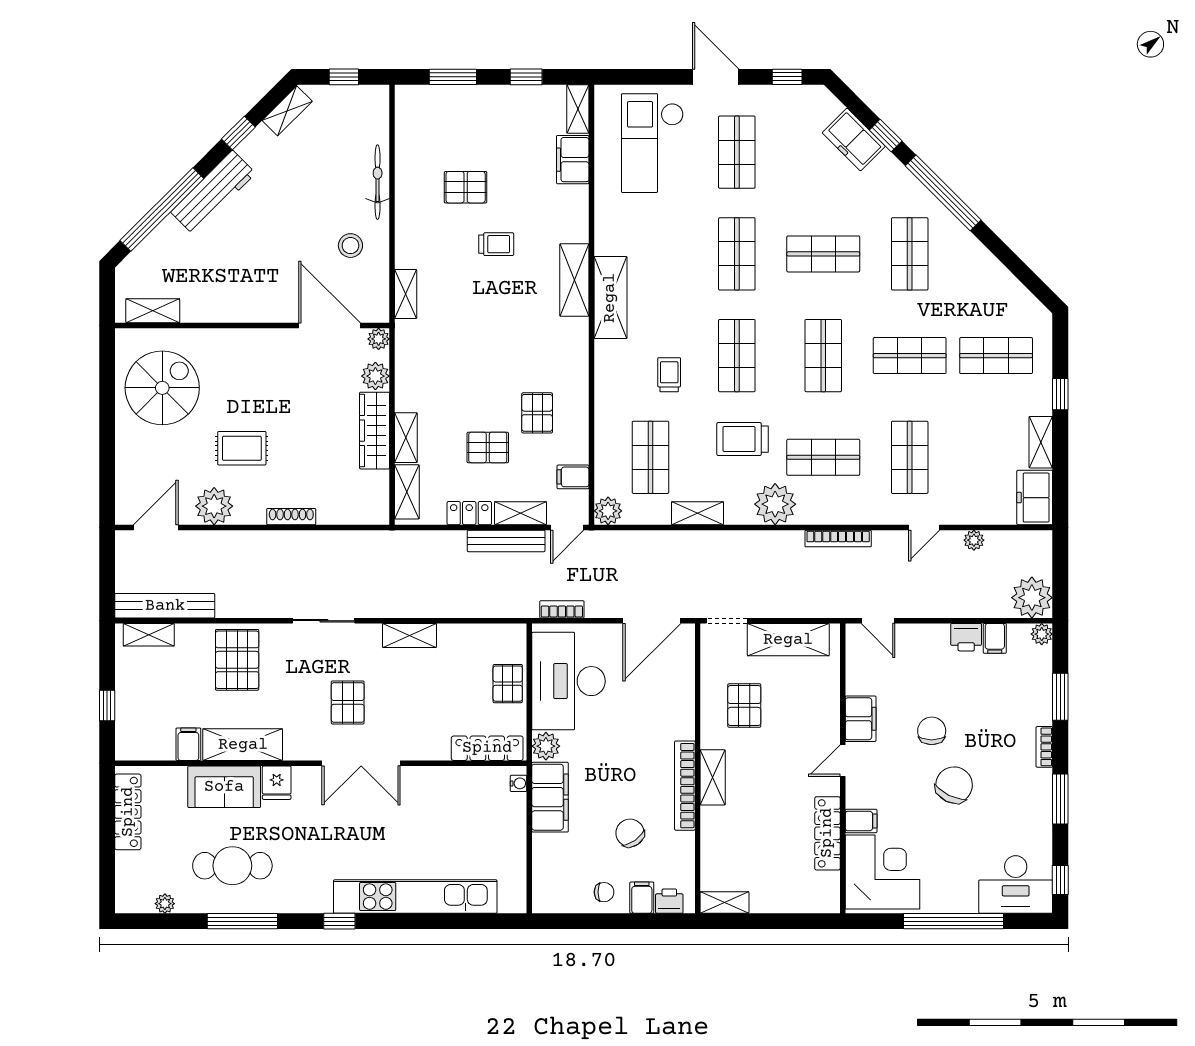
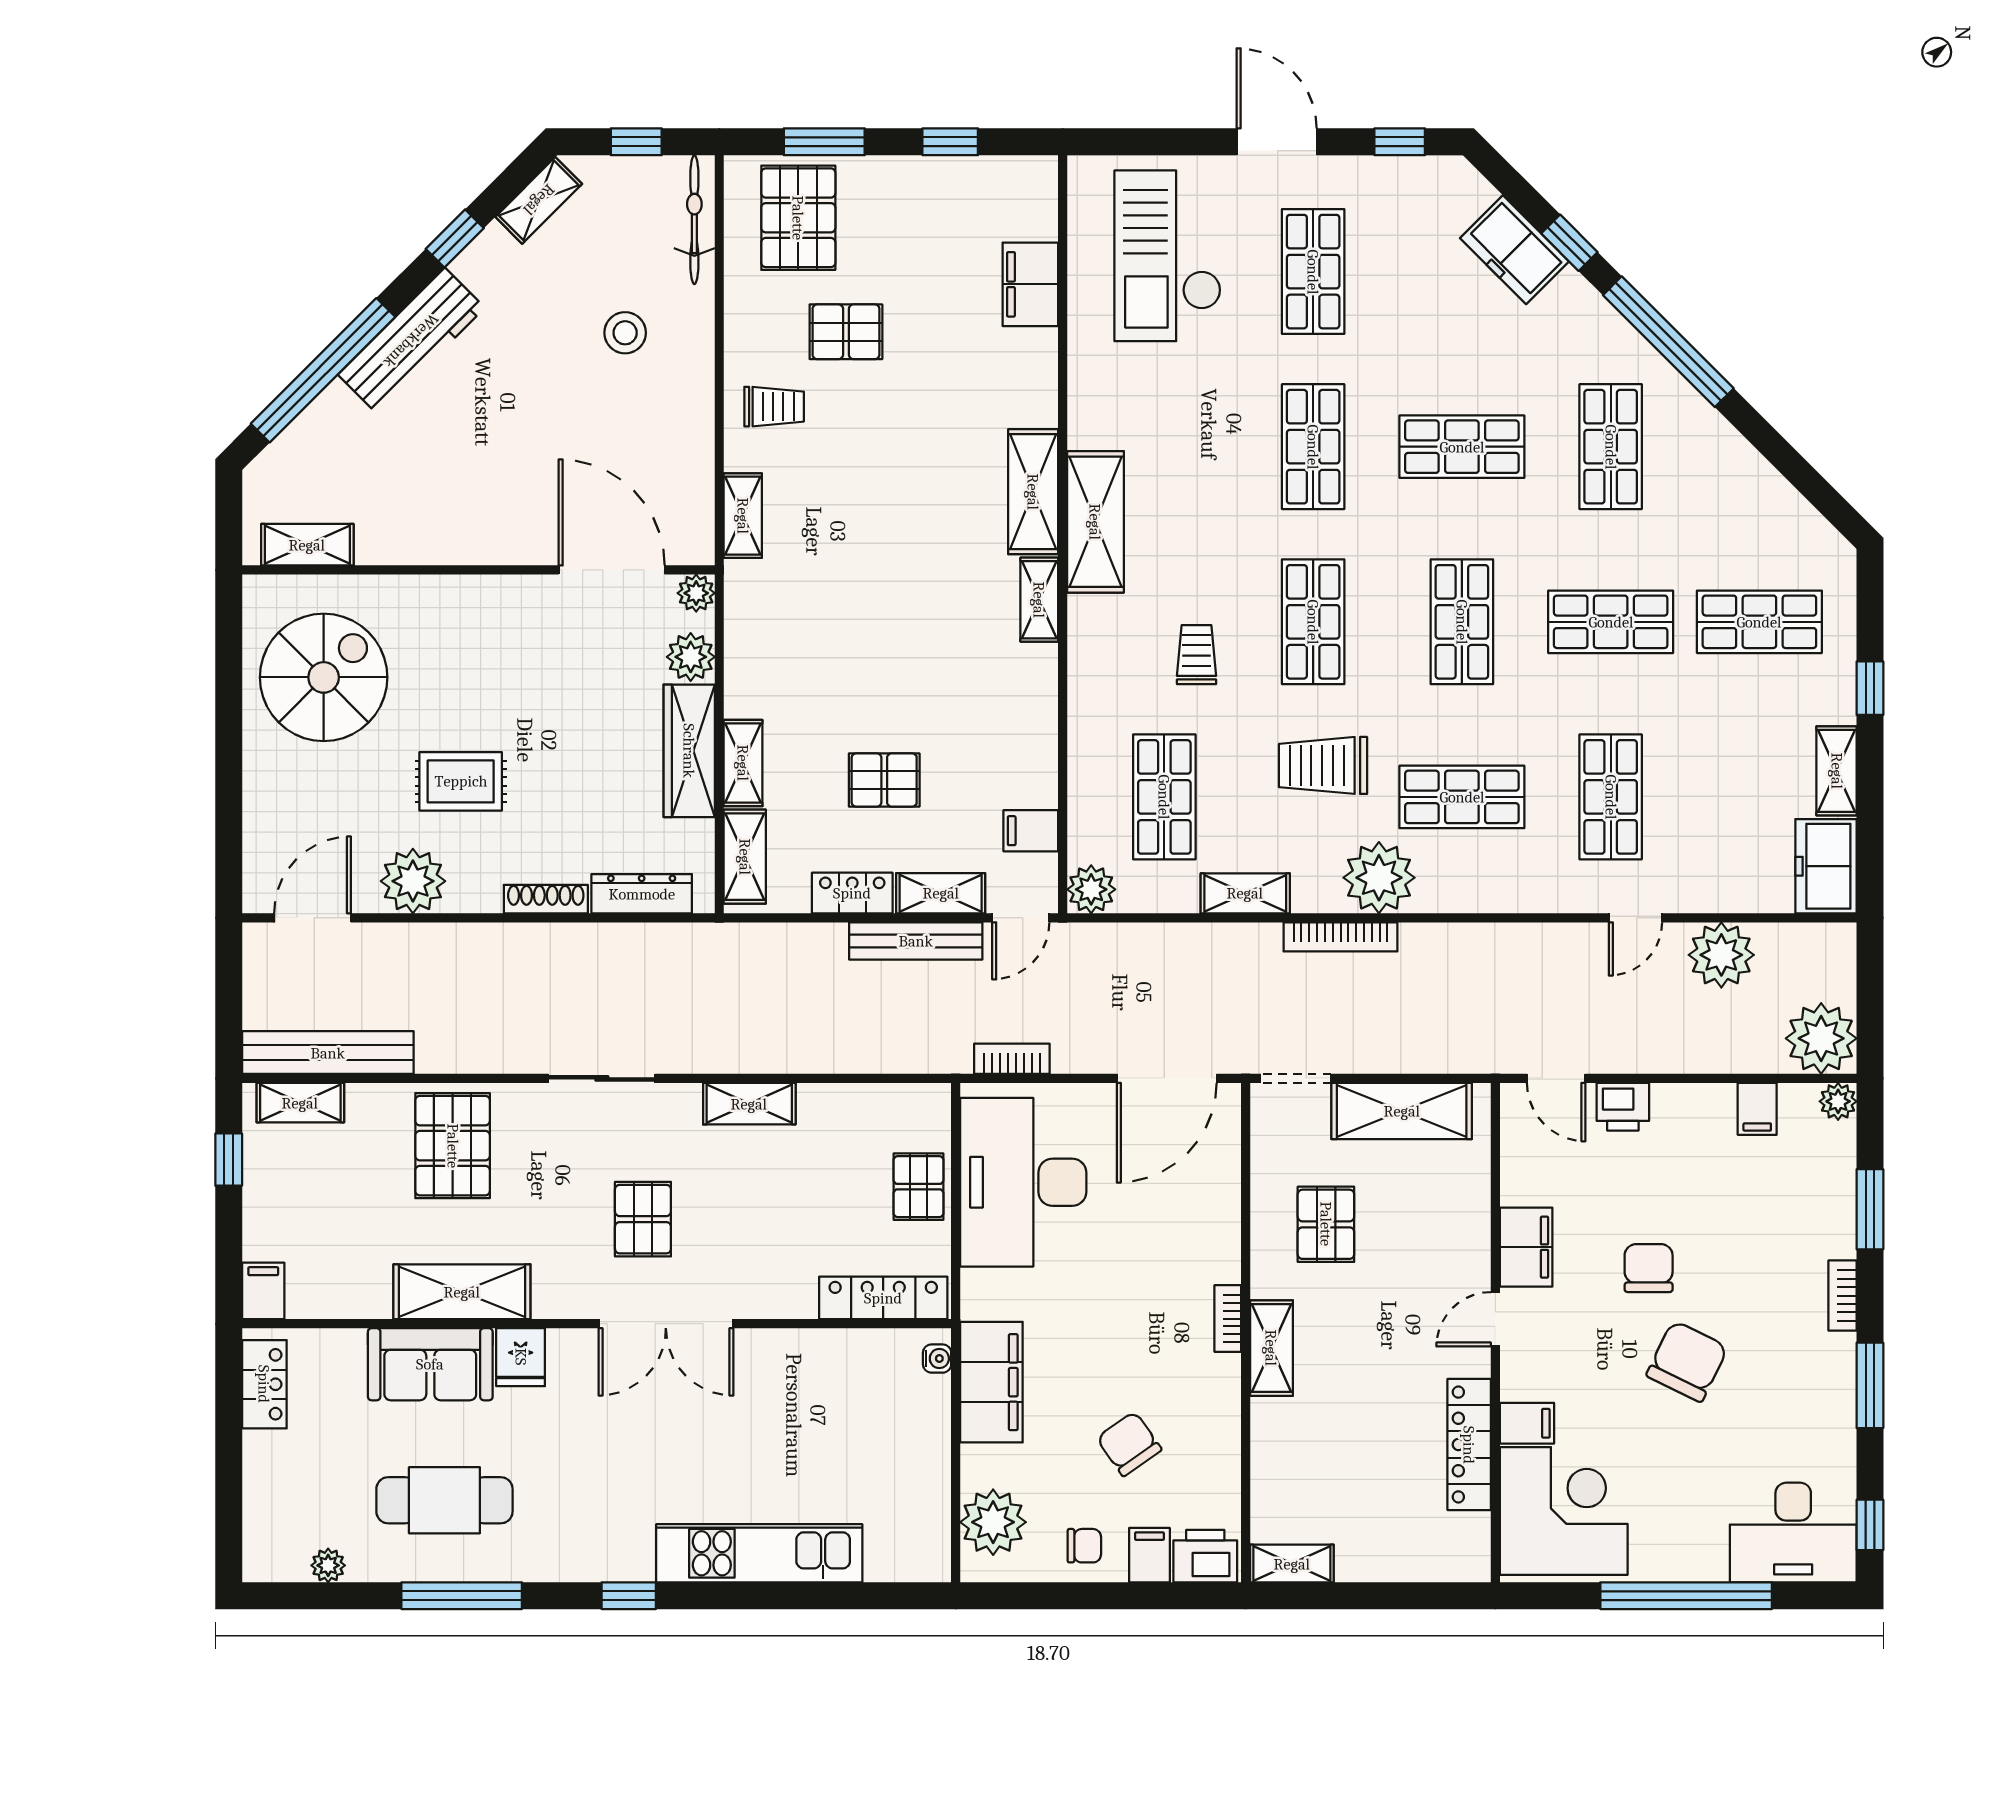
shelving: (578, 109) -> (1039, 600), moved
bicycle: (378, 182) -> (694, 220), moved
trolley: (496, 244) -> (774, 407), moved
stool: (350, 246) -> (625, 333), moved
pallet: (537, 413) -> (798, 218), moved, width x1.50, depth x1.42
dresser: (347, 513) -> (642, 894), added
bookcase: (838, 539) -> (1341, 937), moved
plant: (974, 540) -> (1721, 955), width x1.88, depth x1.88
printer: (966, 637) -> (1623, 1107), moved
window: (107, 705) -> (229, 1160), moved
filing cabinet: (188, 744) -> (263, 1291), moved
plant: (546, 746) -> (993, 1522), moved, width x1.36, depth x1.36
bookcase: (685, 786) -> (1228, 1319), width x0.43, depth x0.76
locker: (128, 812) -> (264, 1384), width x0.66
kitchen unit: (415, 897) -> (759, 1553), width x0.73
printer: (669, 901) -> (1205, 1556), width x1.36, depth x1.24

